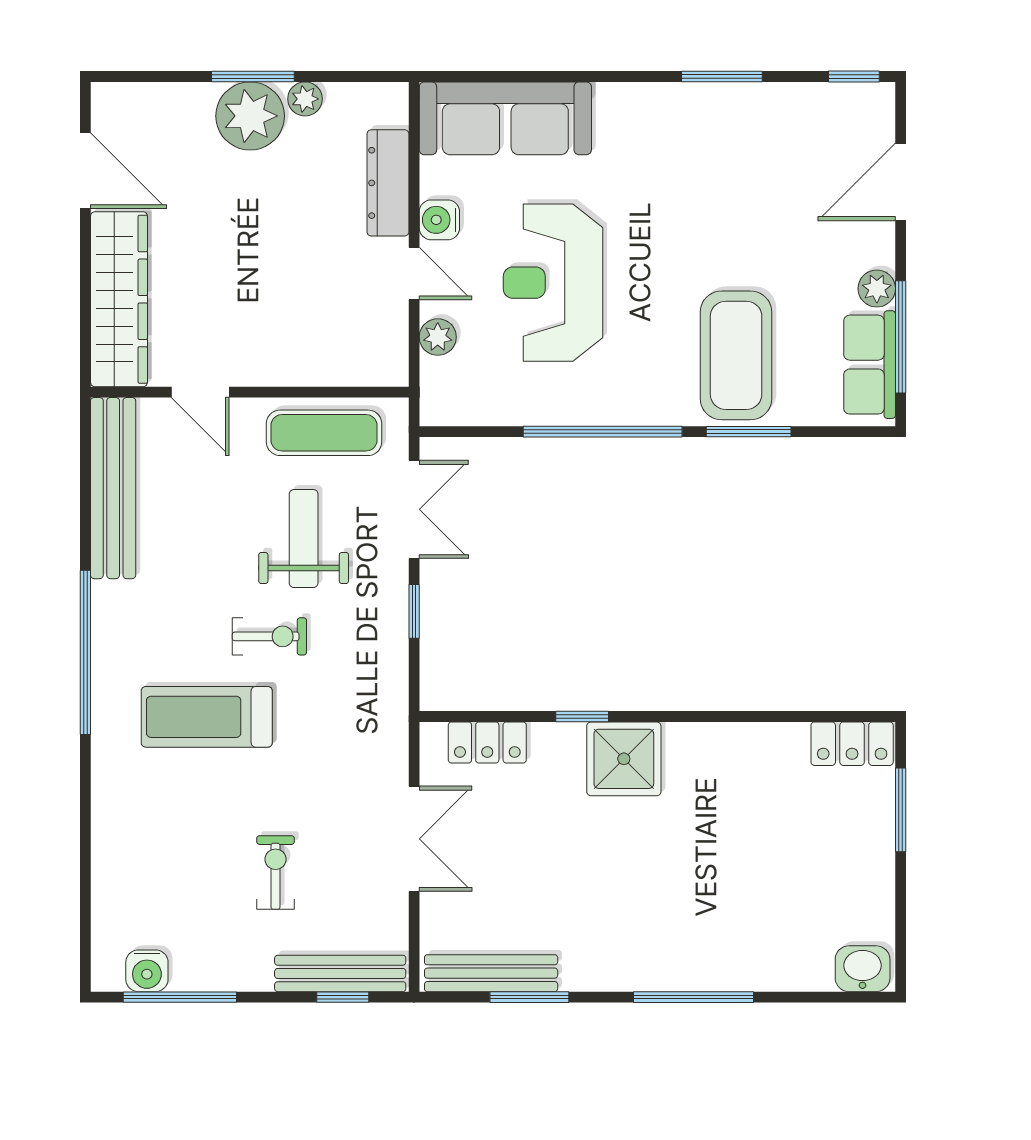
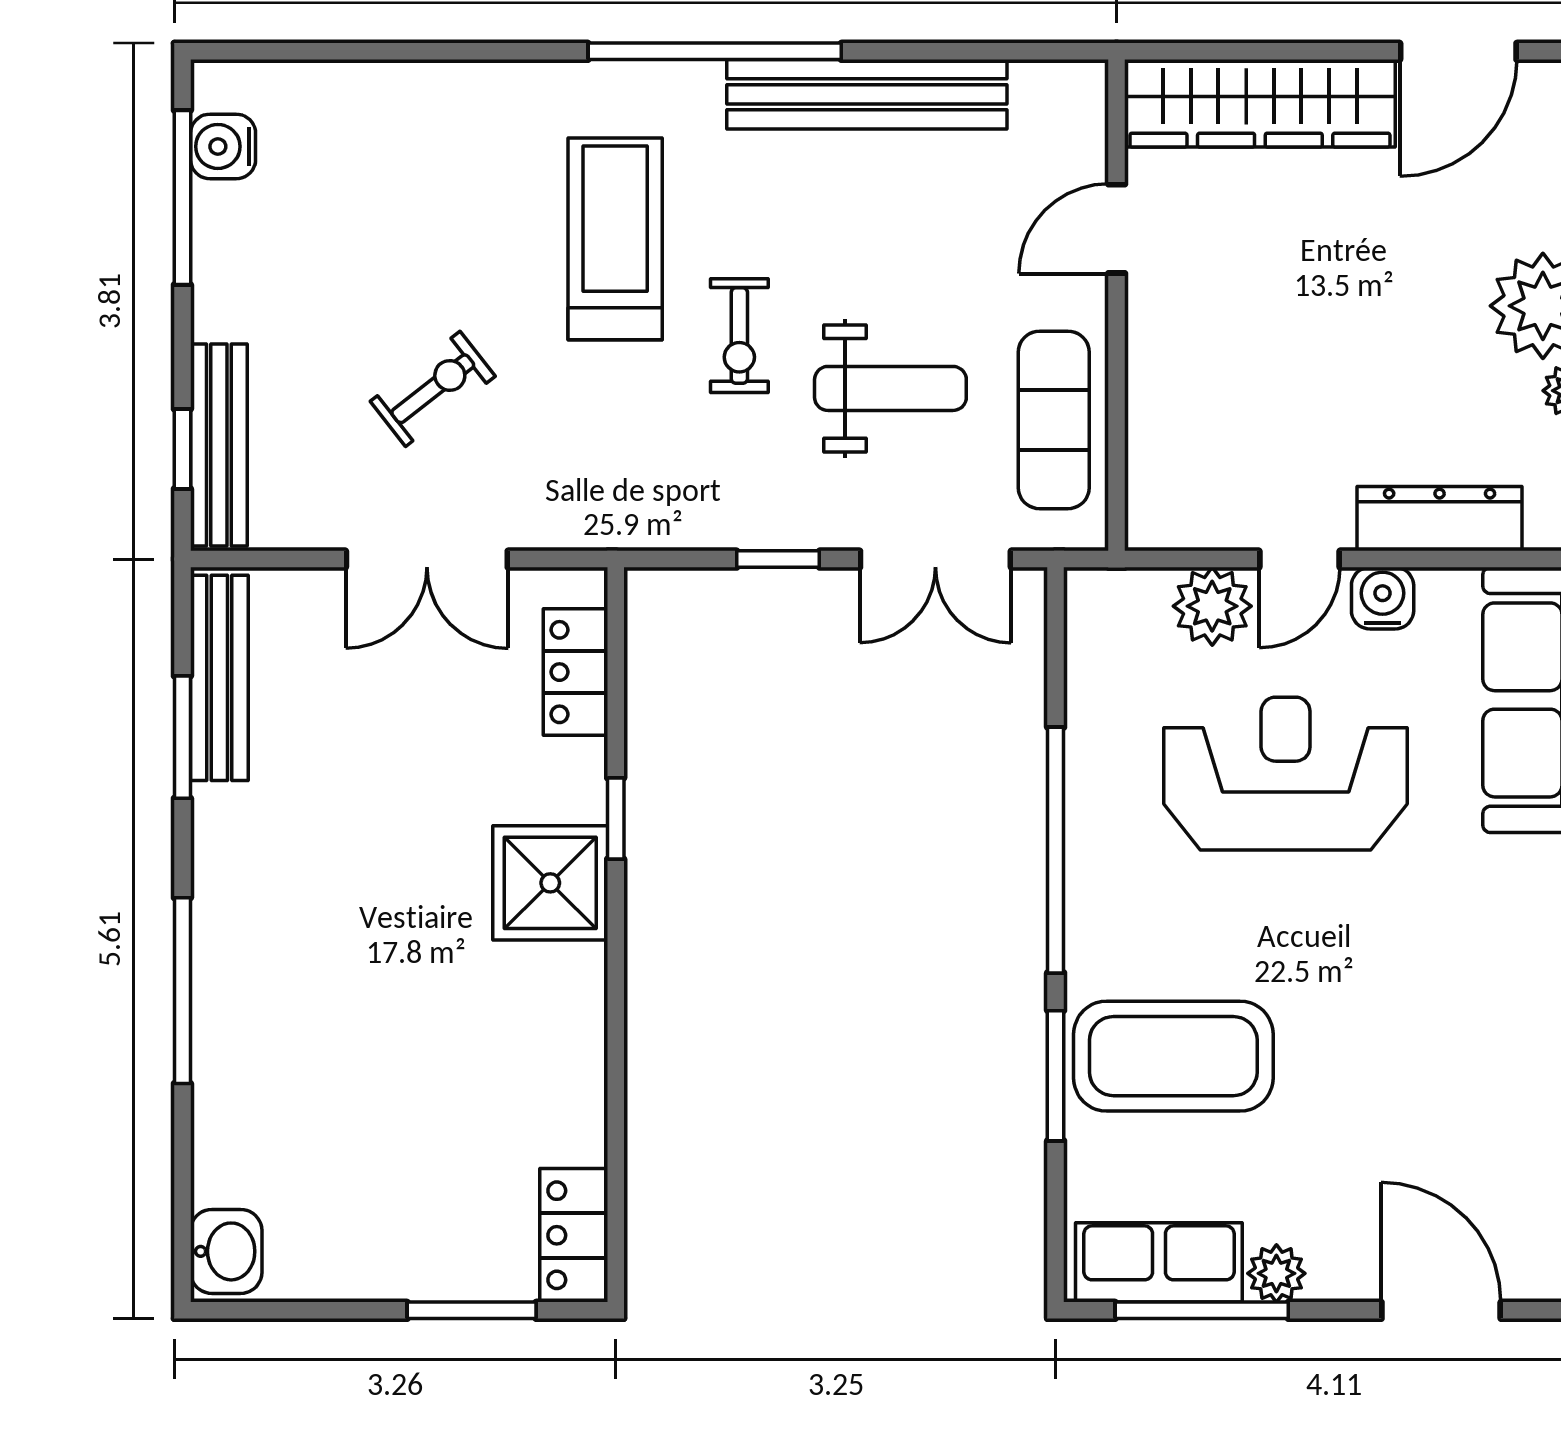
plant: (438, 337) -> (1212, 606), width x1.38, depth x1.38
bench: (113, 488) -> (867, 94), moved
exercise bike: (276, 873) -> (433, 389), moved, turned -38

